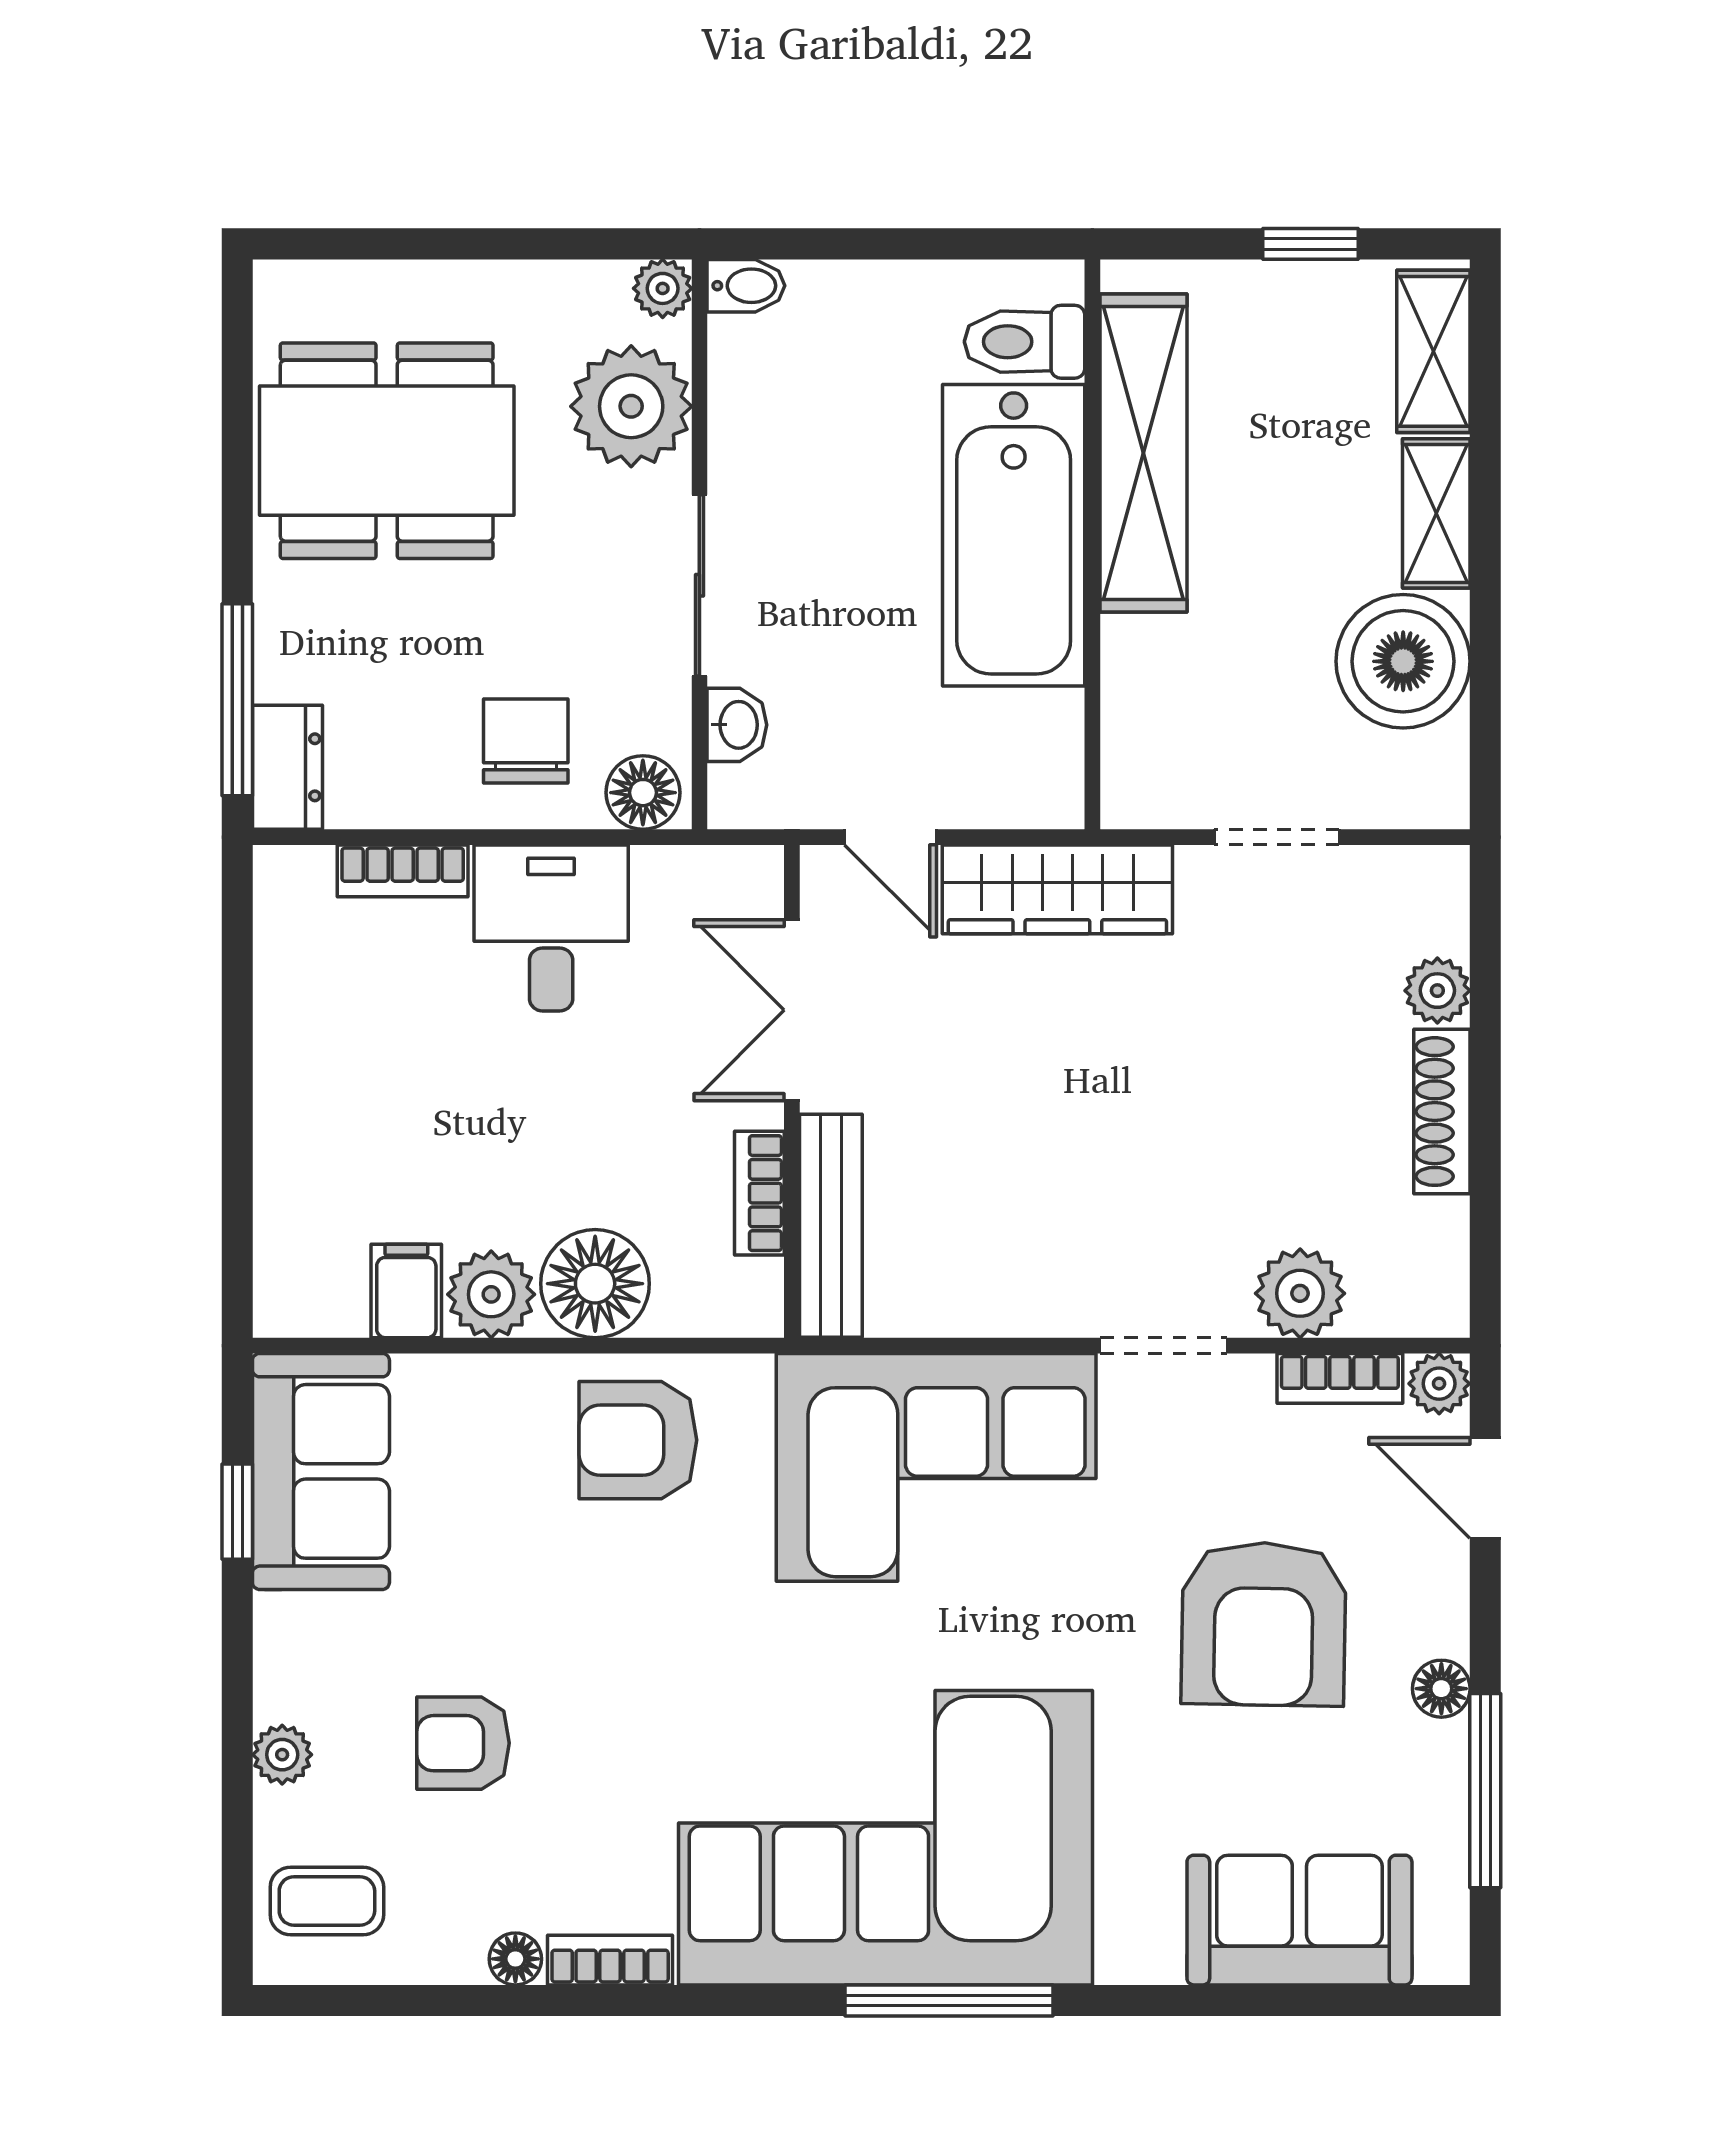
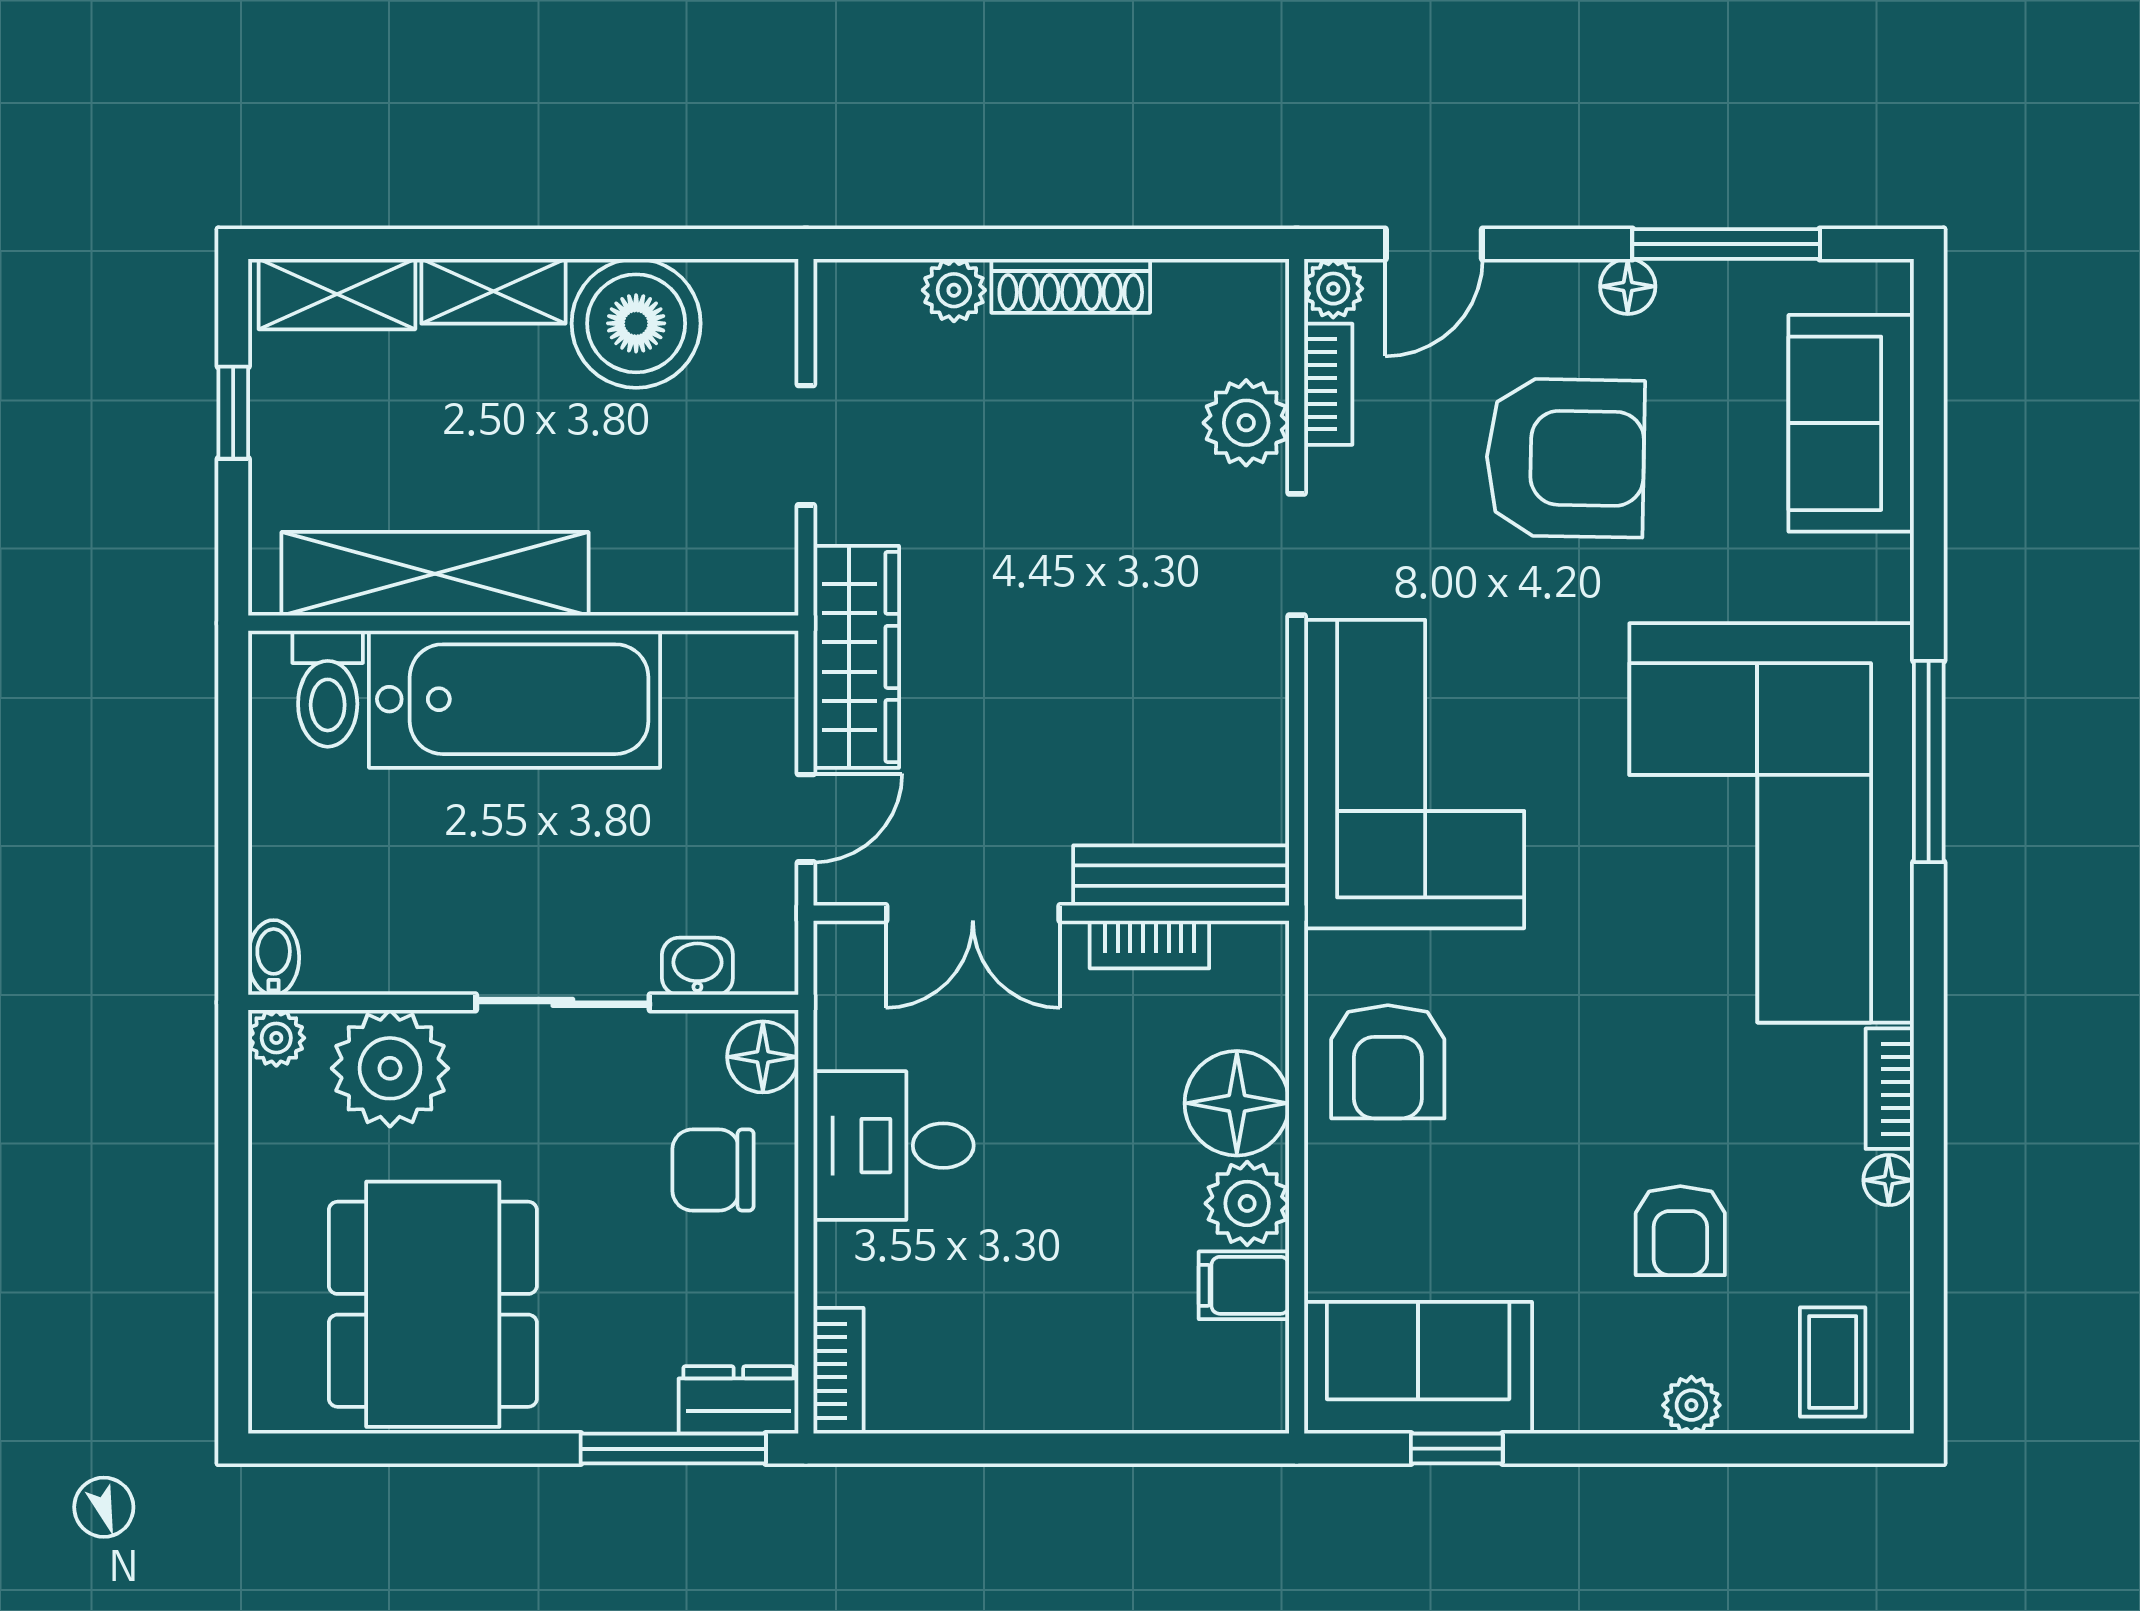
bookcase: (403, 871) -> (838, 1371), moved

